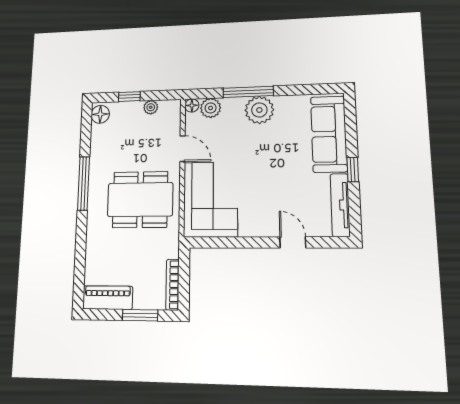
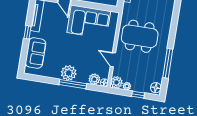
plant: (170, 110) -> (116, 82), added
sofa: (329, 134) -> (36, 53), width x0.73
window: (83, 183) -> (168, 63), moved
corner sofa: (210, 199) -> (89, 22), moved, turned -90

